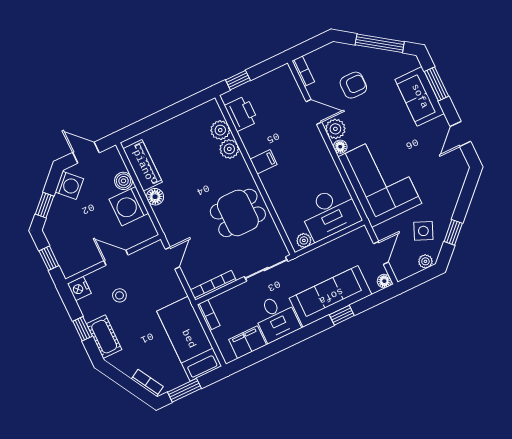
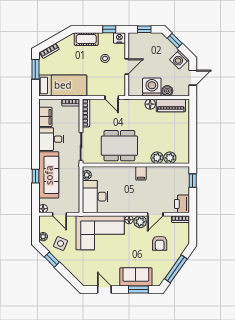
printer: (241, 113) -> (182, 204), moved, turned 90
dining table: (238, 213) -> (119, 146), width x1.38
window: (83, 329) -> (109, 29), moved

